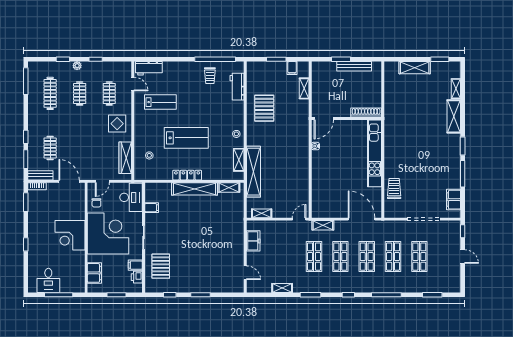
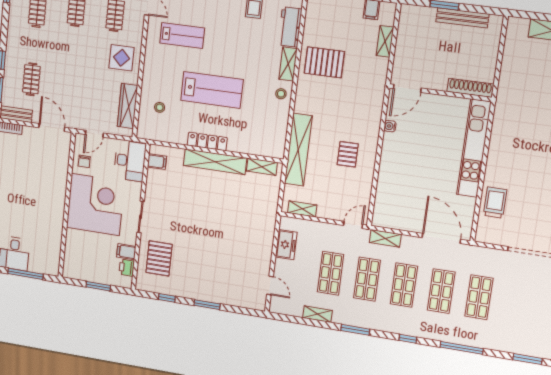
pallet: (264, 108) -> (324, 62), turned 90
shelving: (239, 160) -> (288, 64), moved
pallet: (289, 170) -> (348, 154), added
filing cabinet: (152, 208) -> (157, 162), moved
corner desk: (70, 235) -> (47, 199), removed
shop shelf: (419, 257) -> (331, 273), moved
filing cabinet: (94, 273) -> (73, 253), removed

